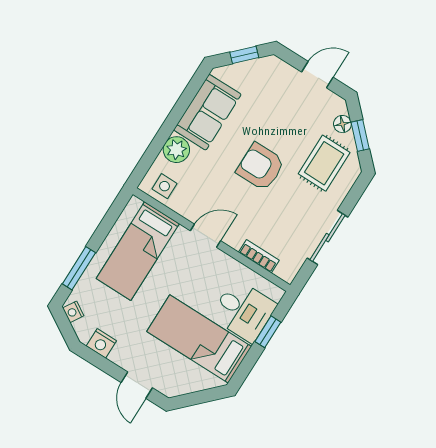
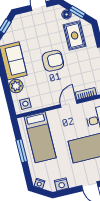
armchair: (261, 167) -> (53, 61), turned 180
door: (206, 236) -> (69, 104), moved
window: (79, 268) -> (22, 151), moved

